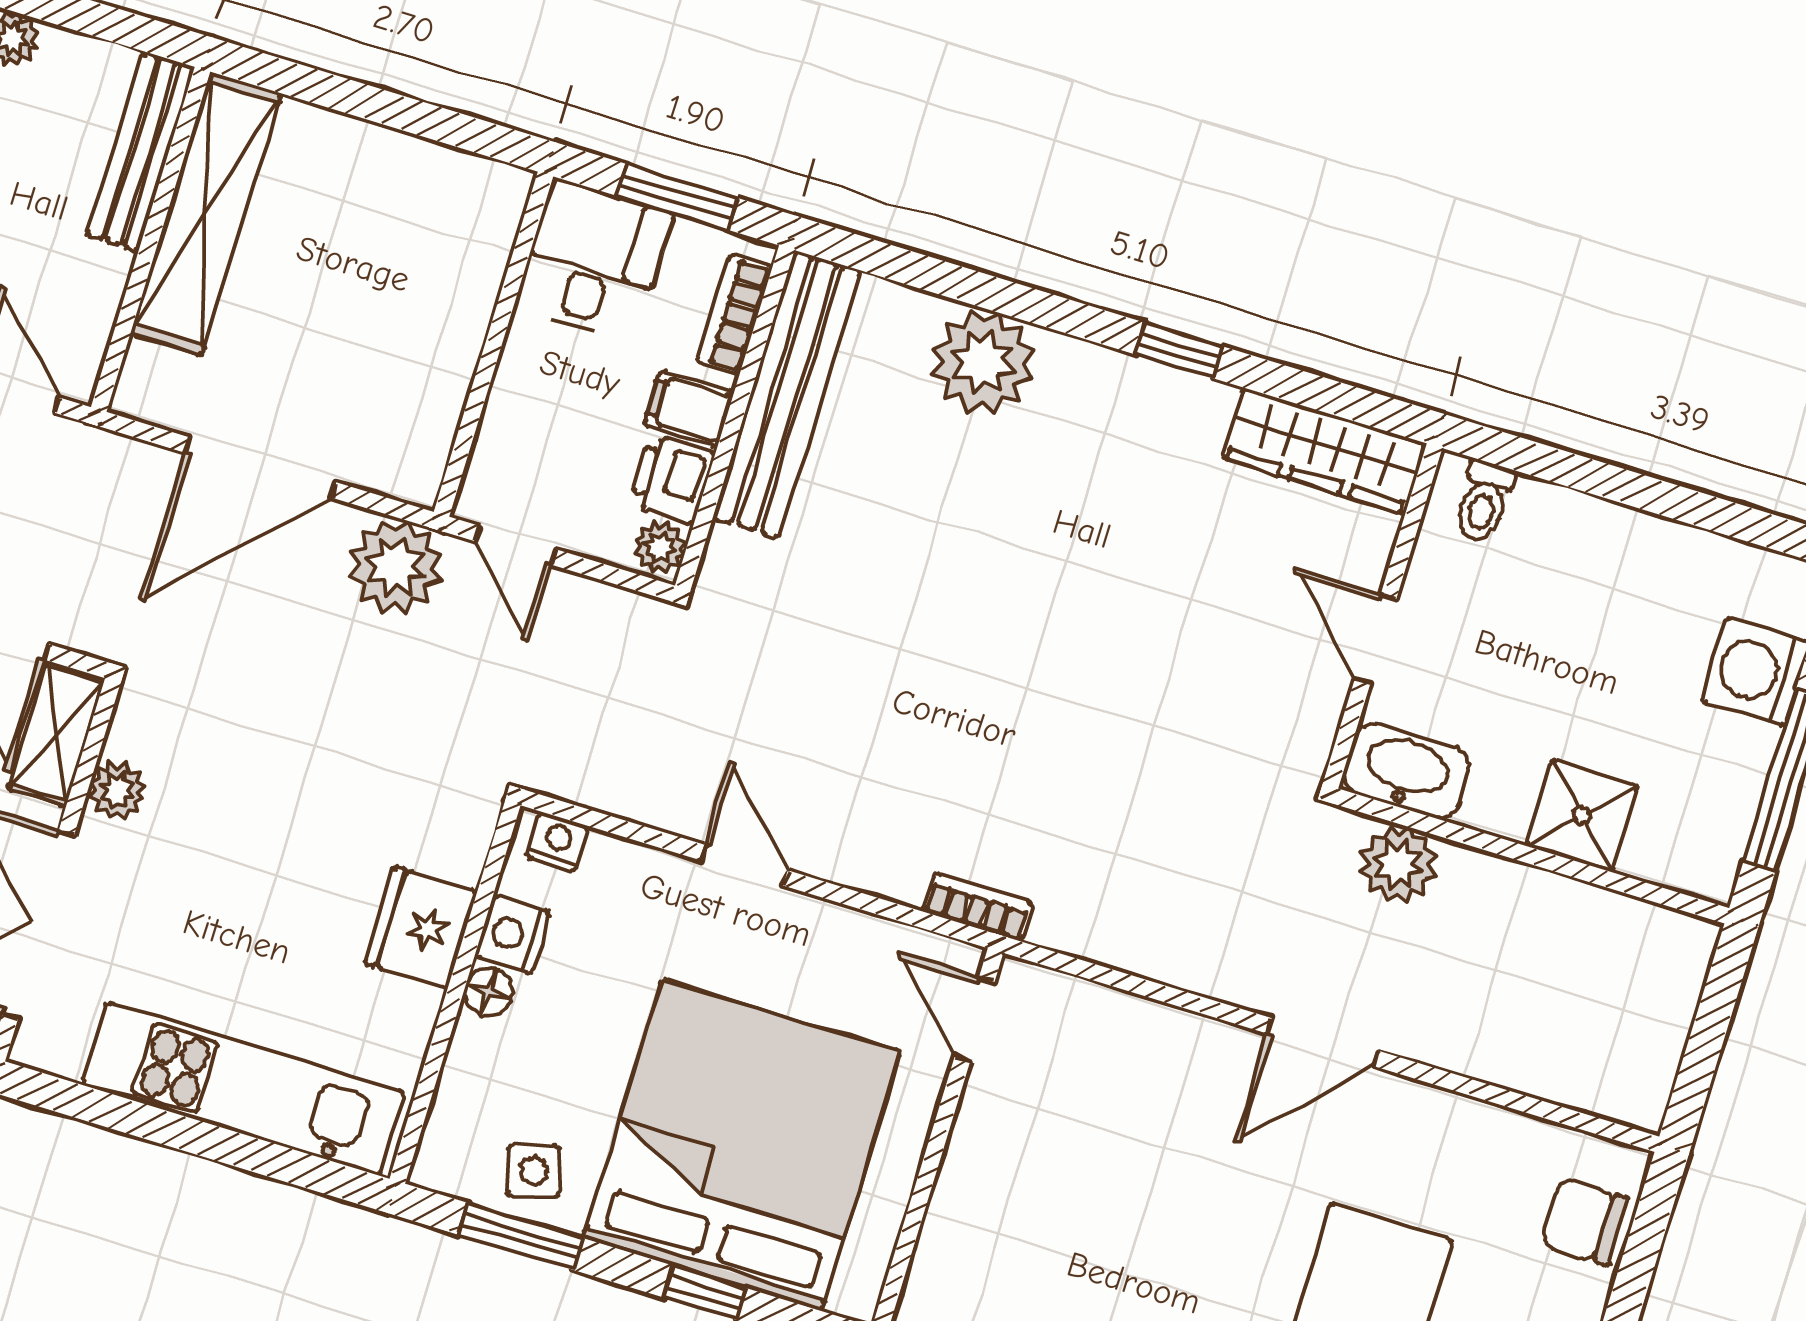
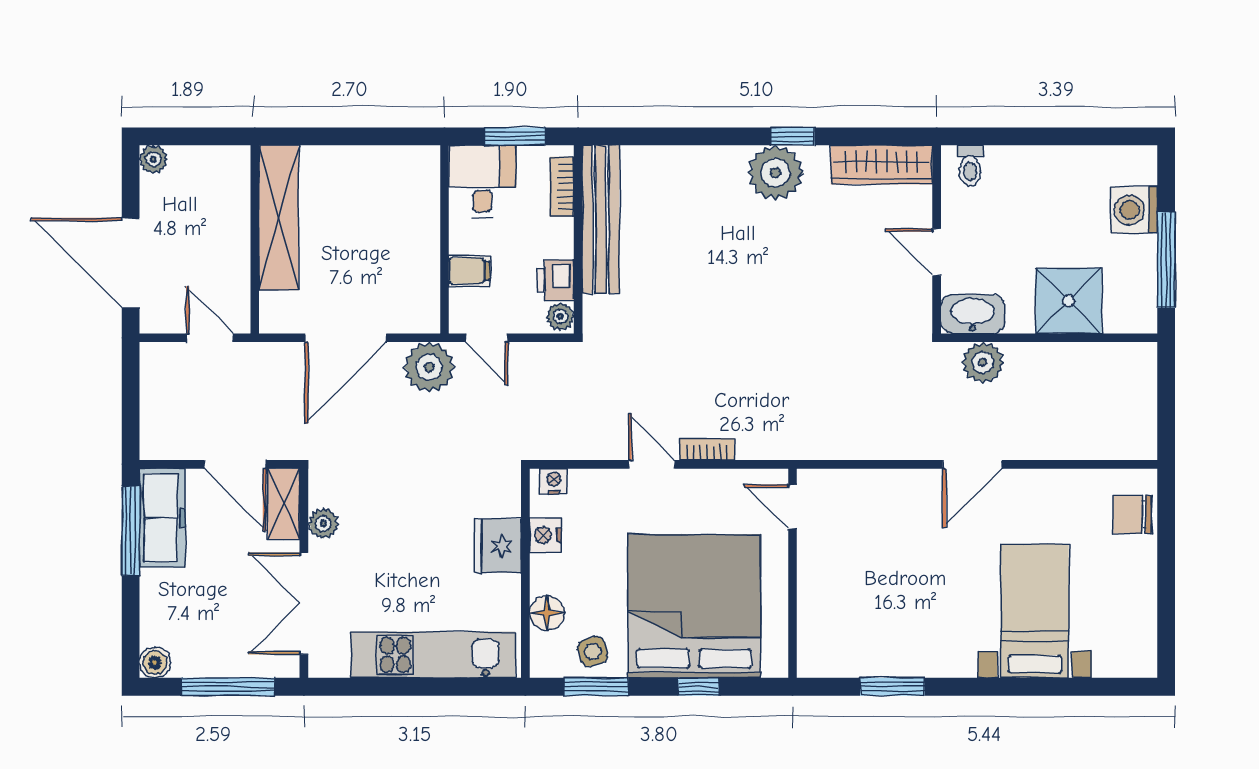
bench: (141, 151) -> (236, 196), removed
plant: (983, 362) -> (776, 173), moved
filing cabinet: (689, 408) -> (469, 271), moved, turned 180
shower: (1582, 816) -> (1069, 301), width x1.36, depth x1.36
bookcase: (978, 907) -> (707, 449), moved
floor lamp: (489, 992) -> (547, 613), moved, width x1.37, depth x1.37

